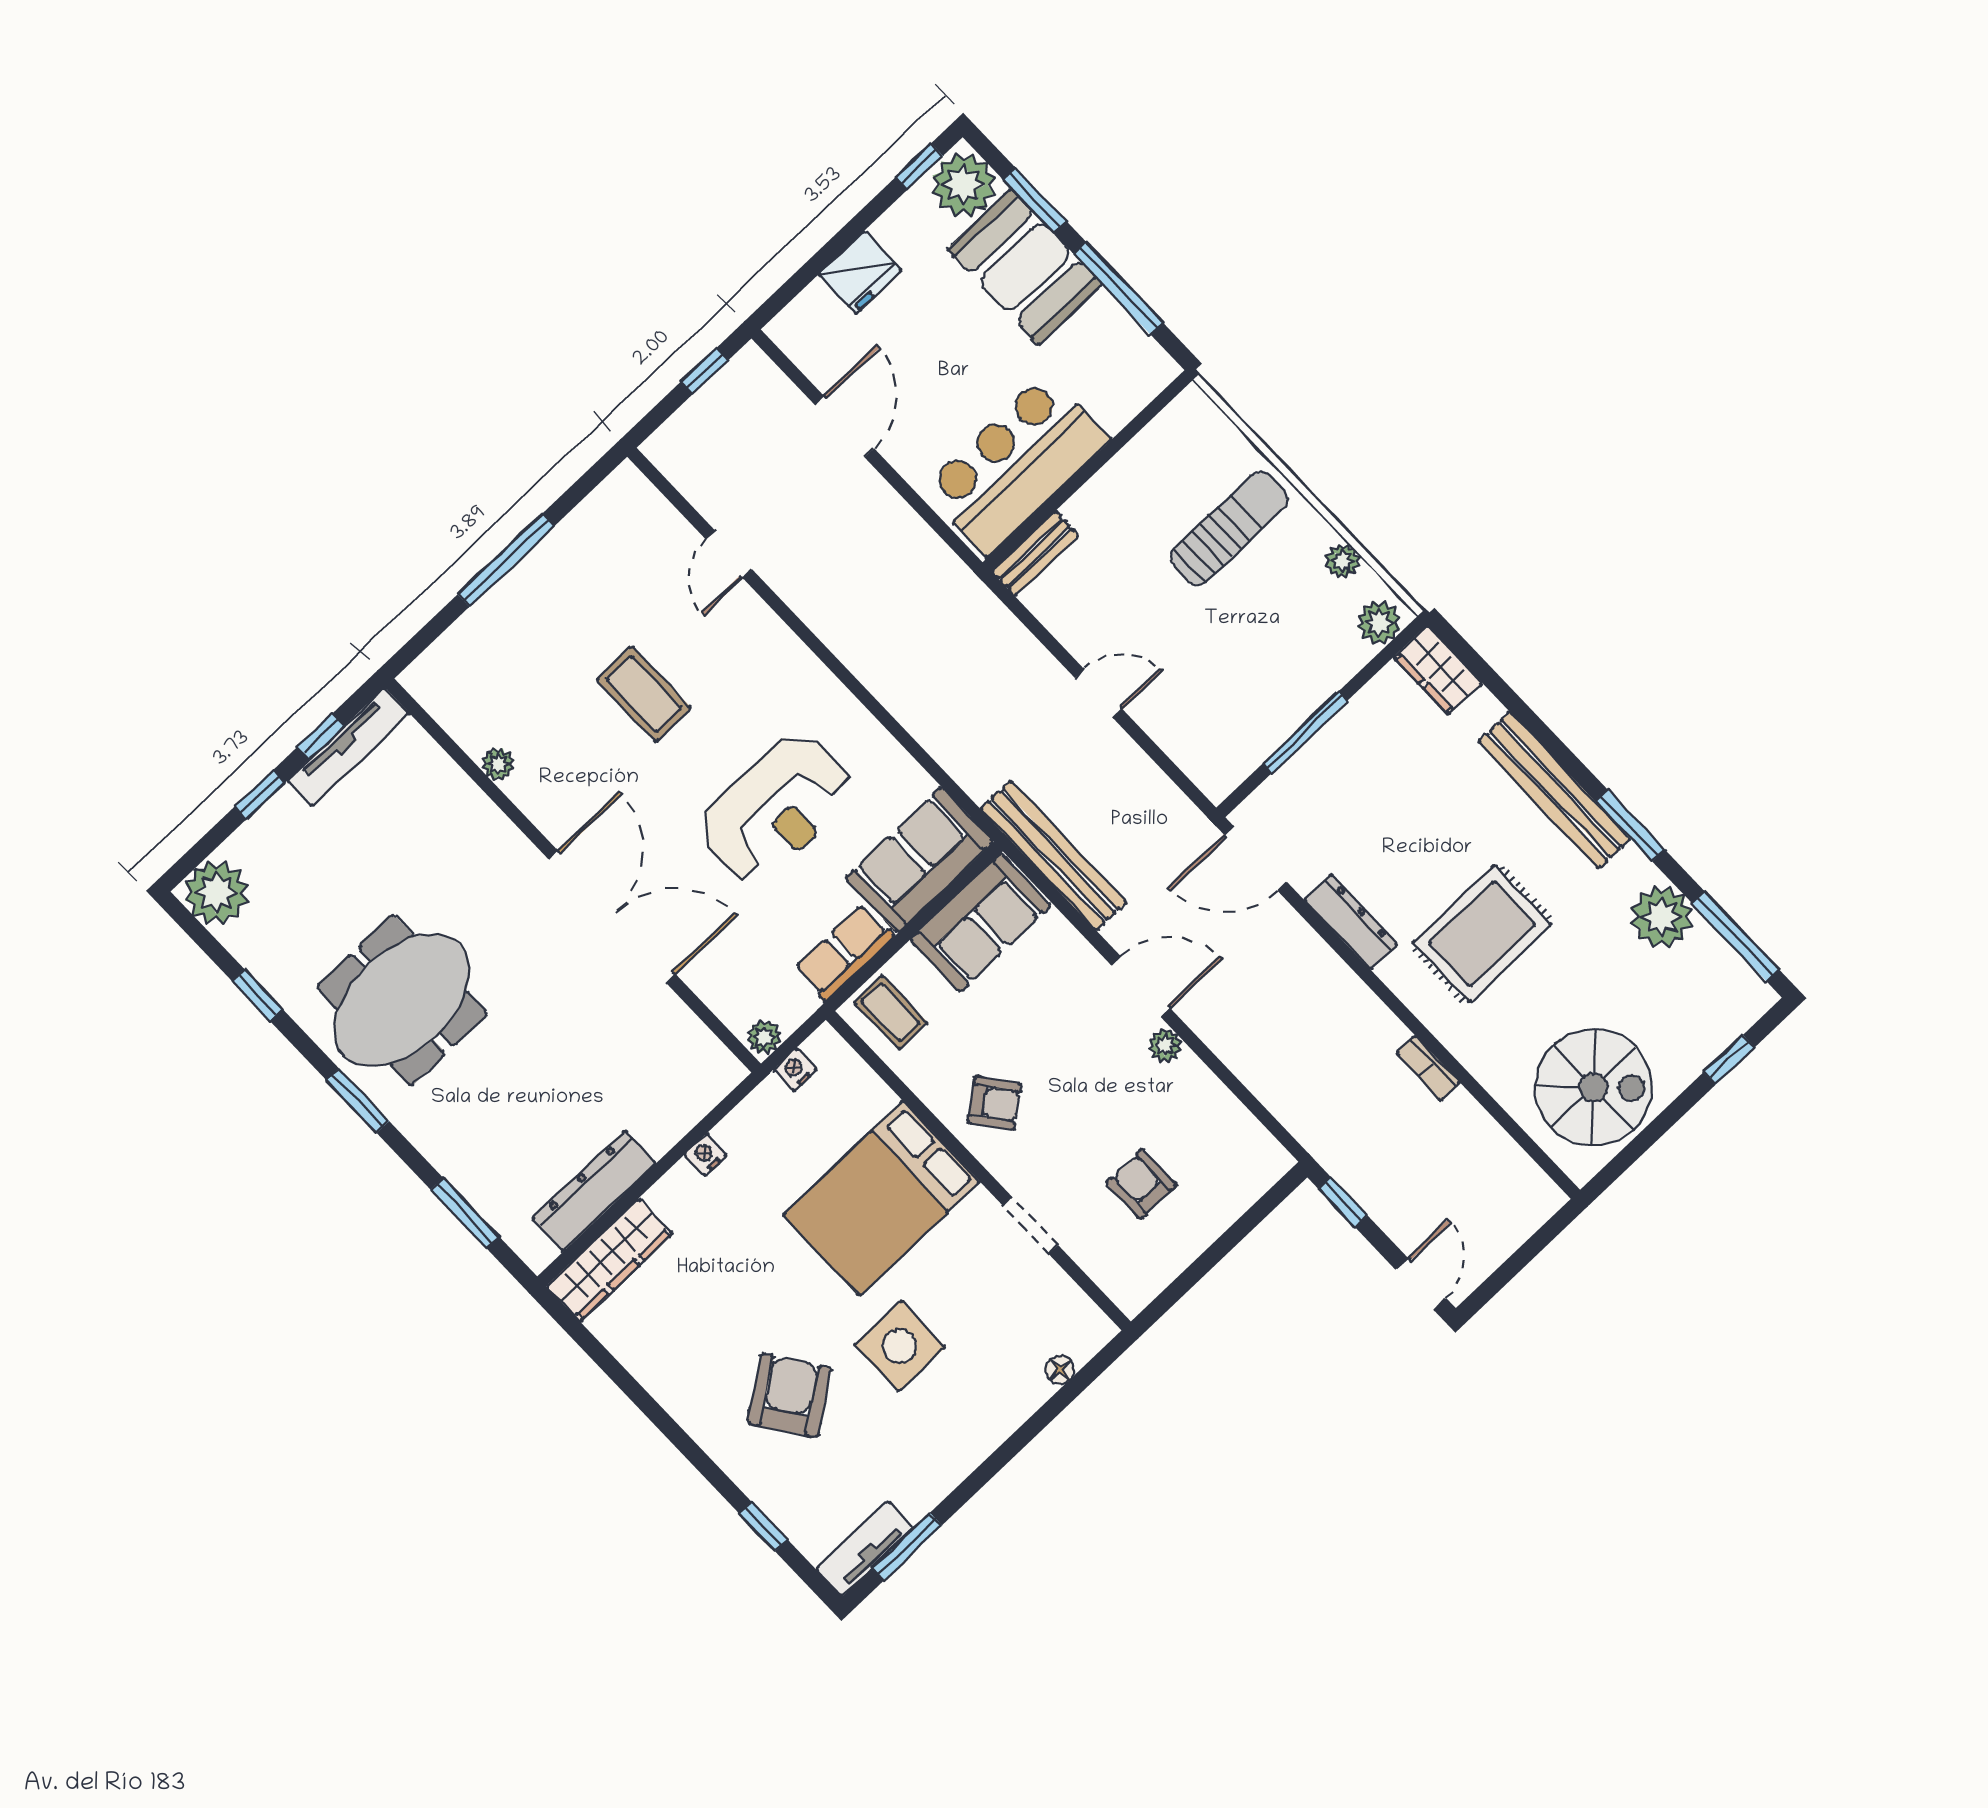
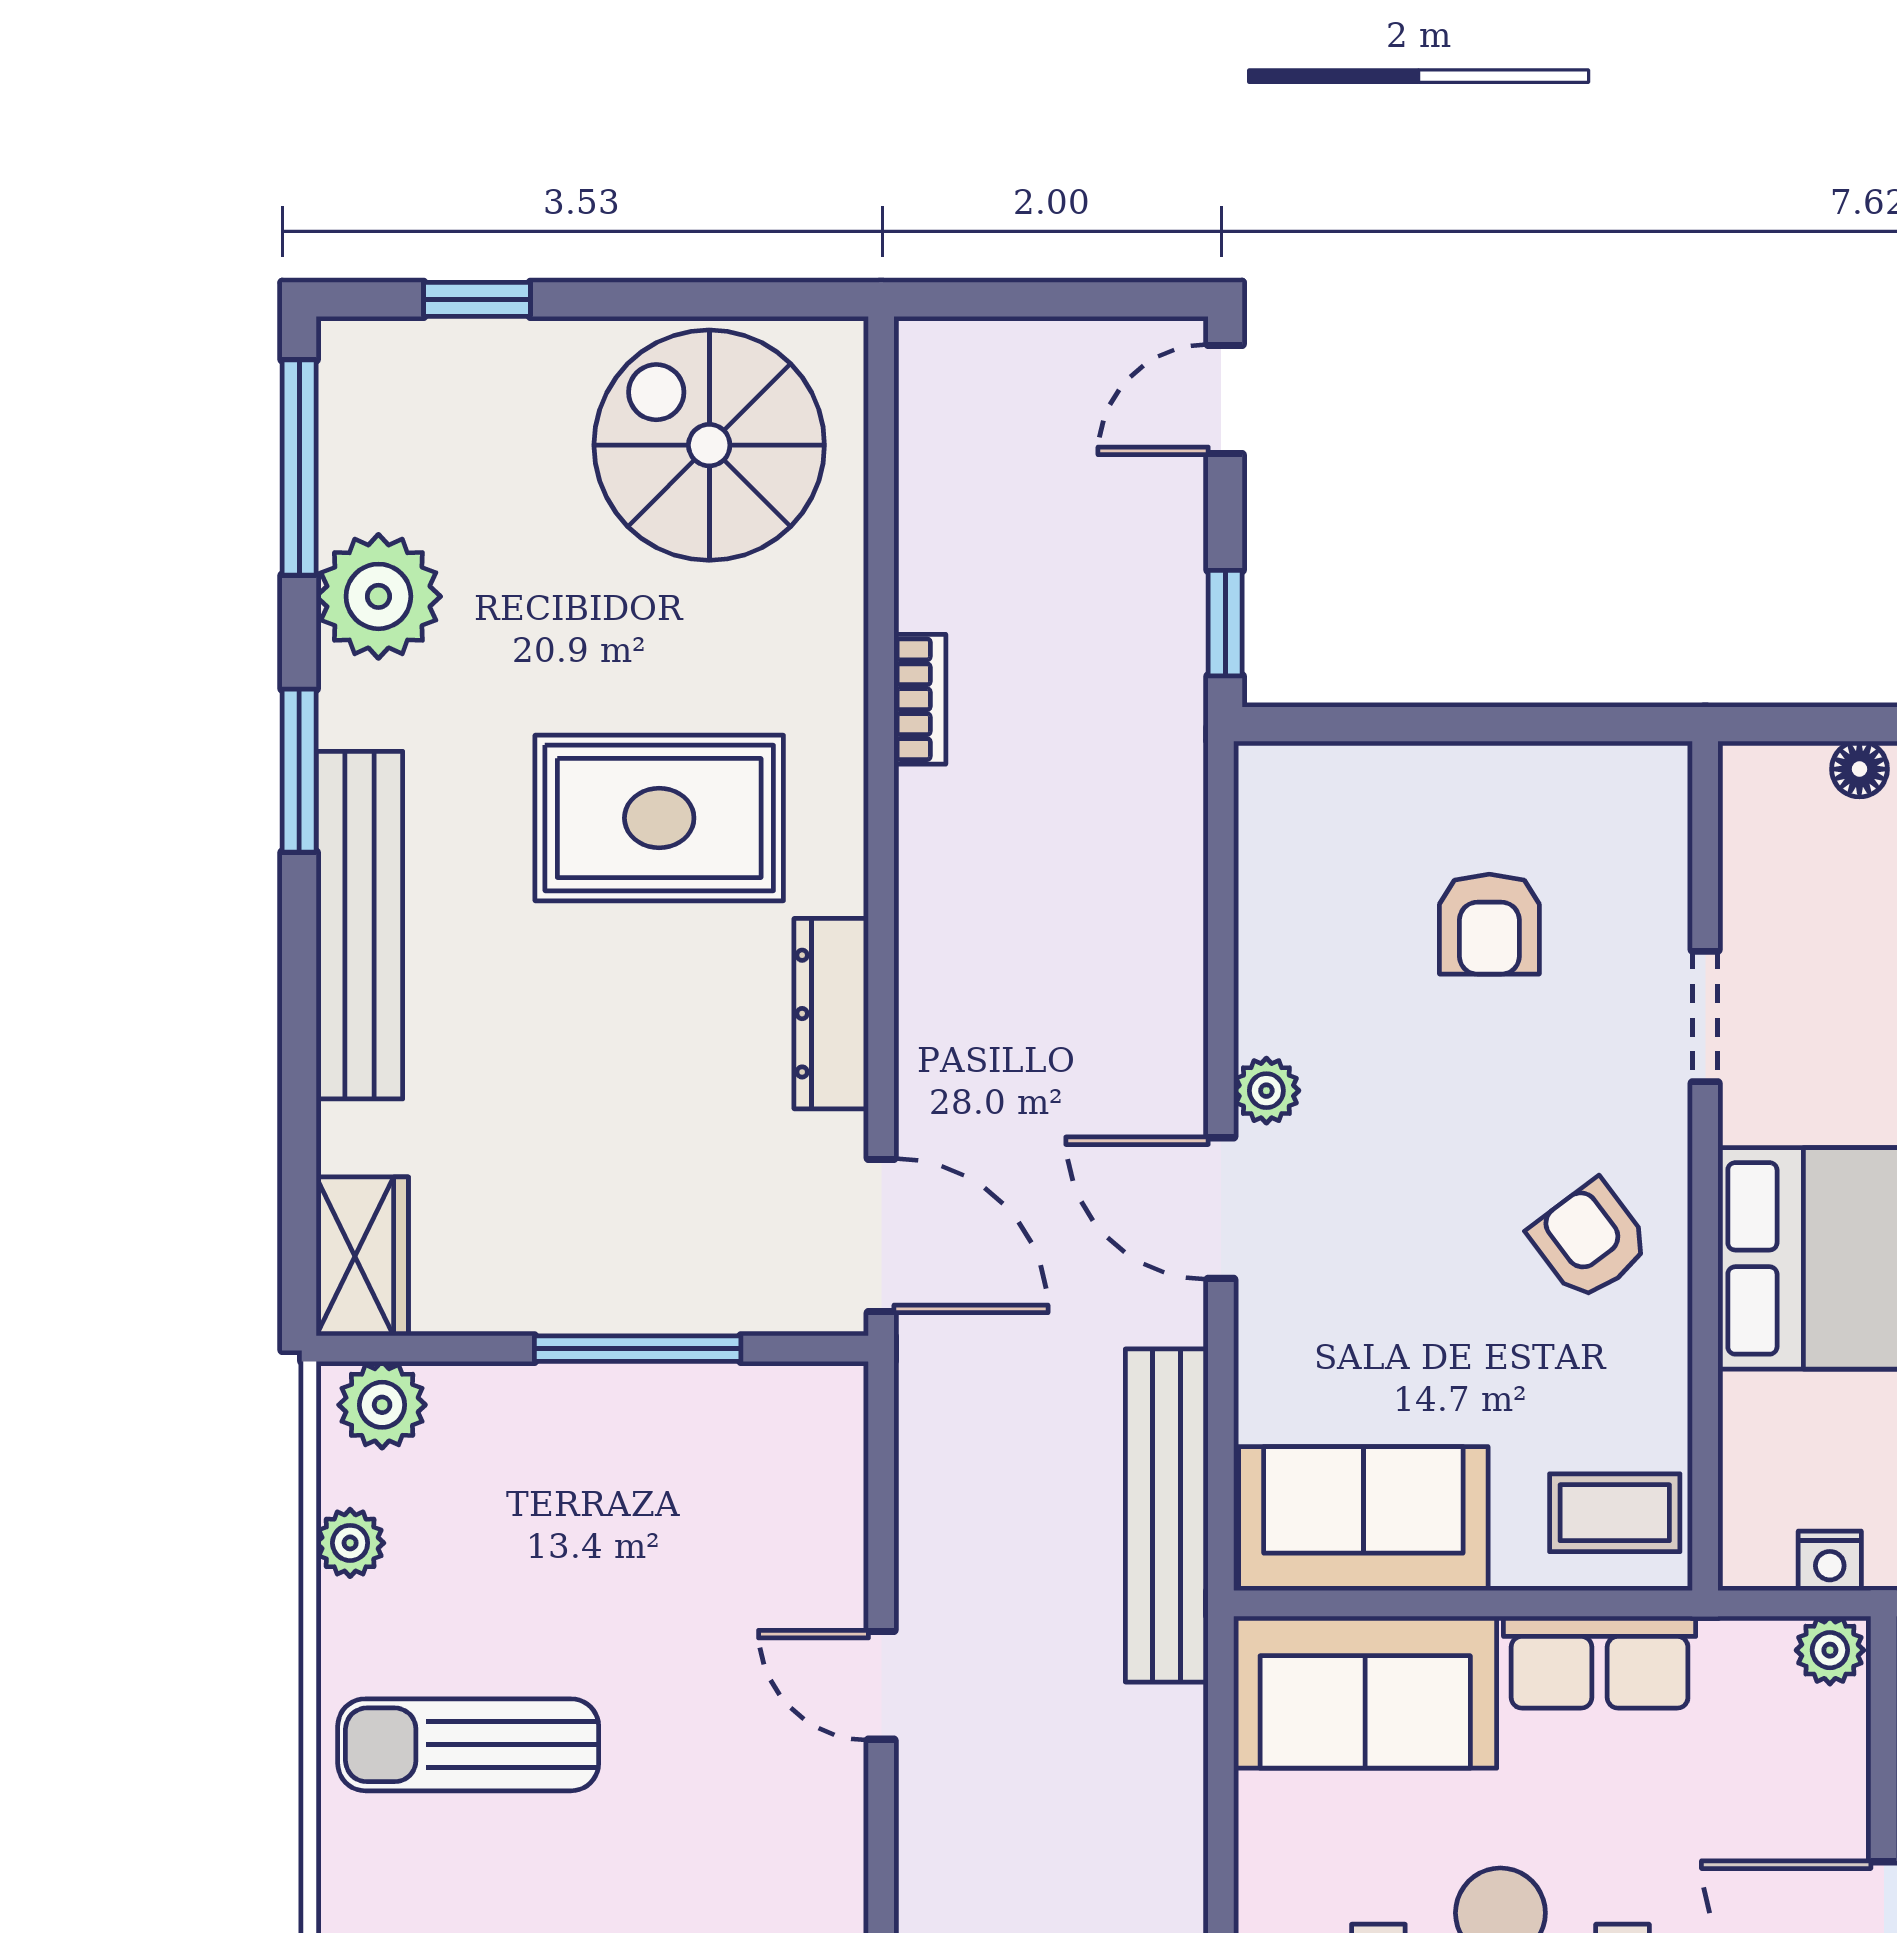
coffee table: (891, 1012) -> (1615, 1513), turned 90

